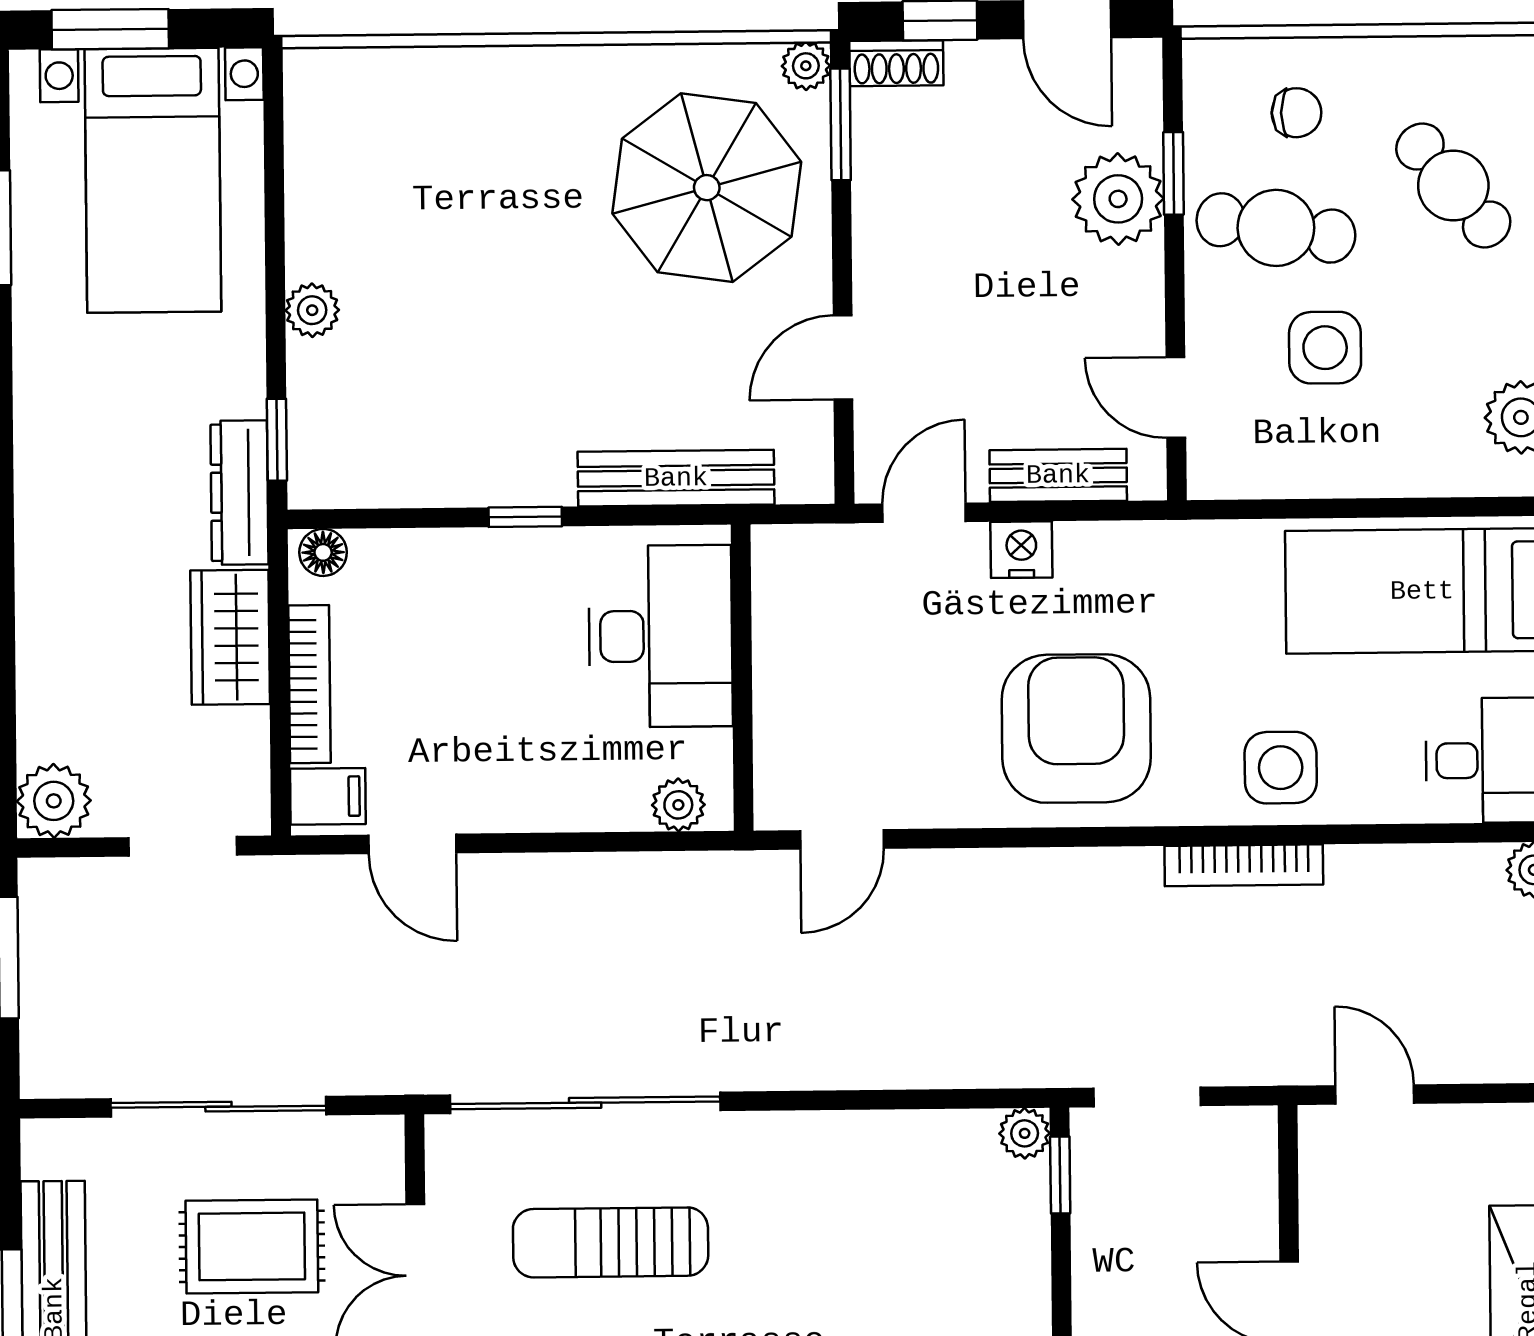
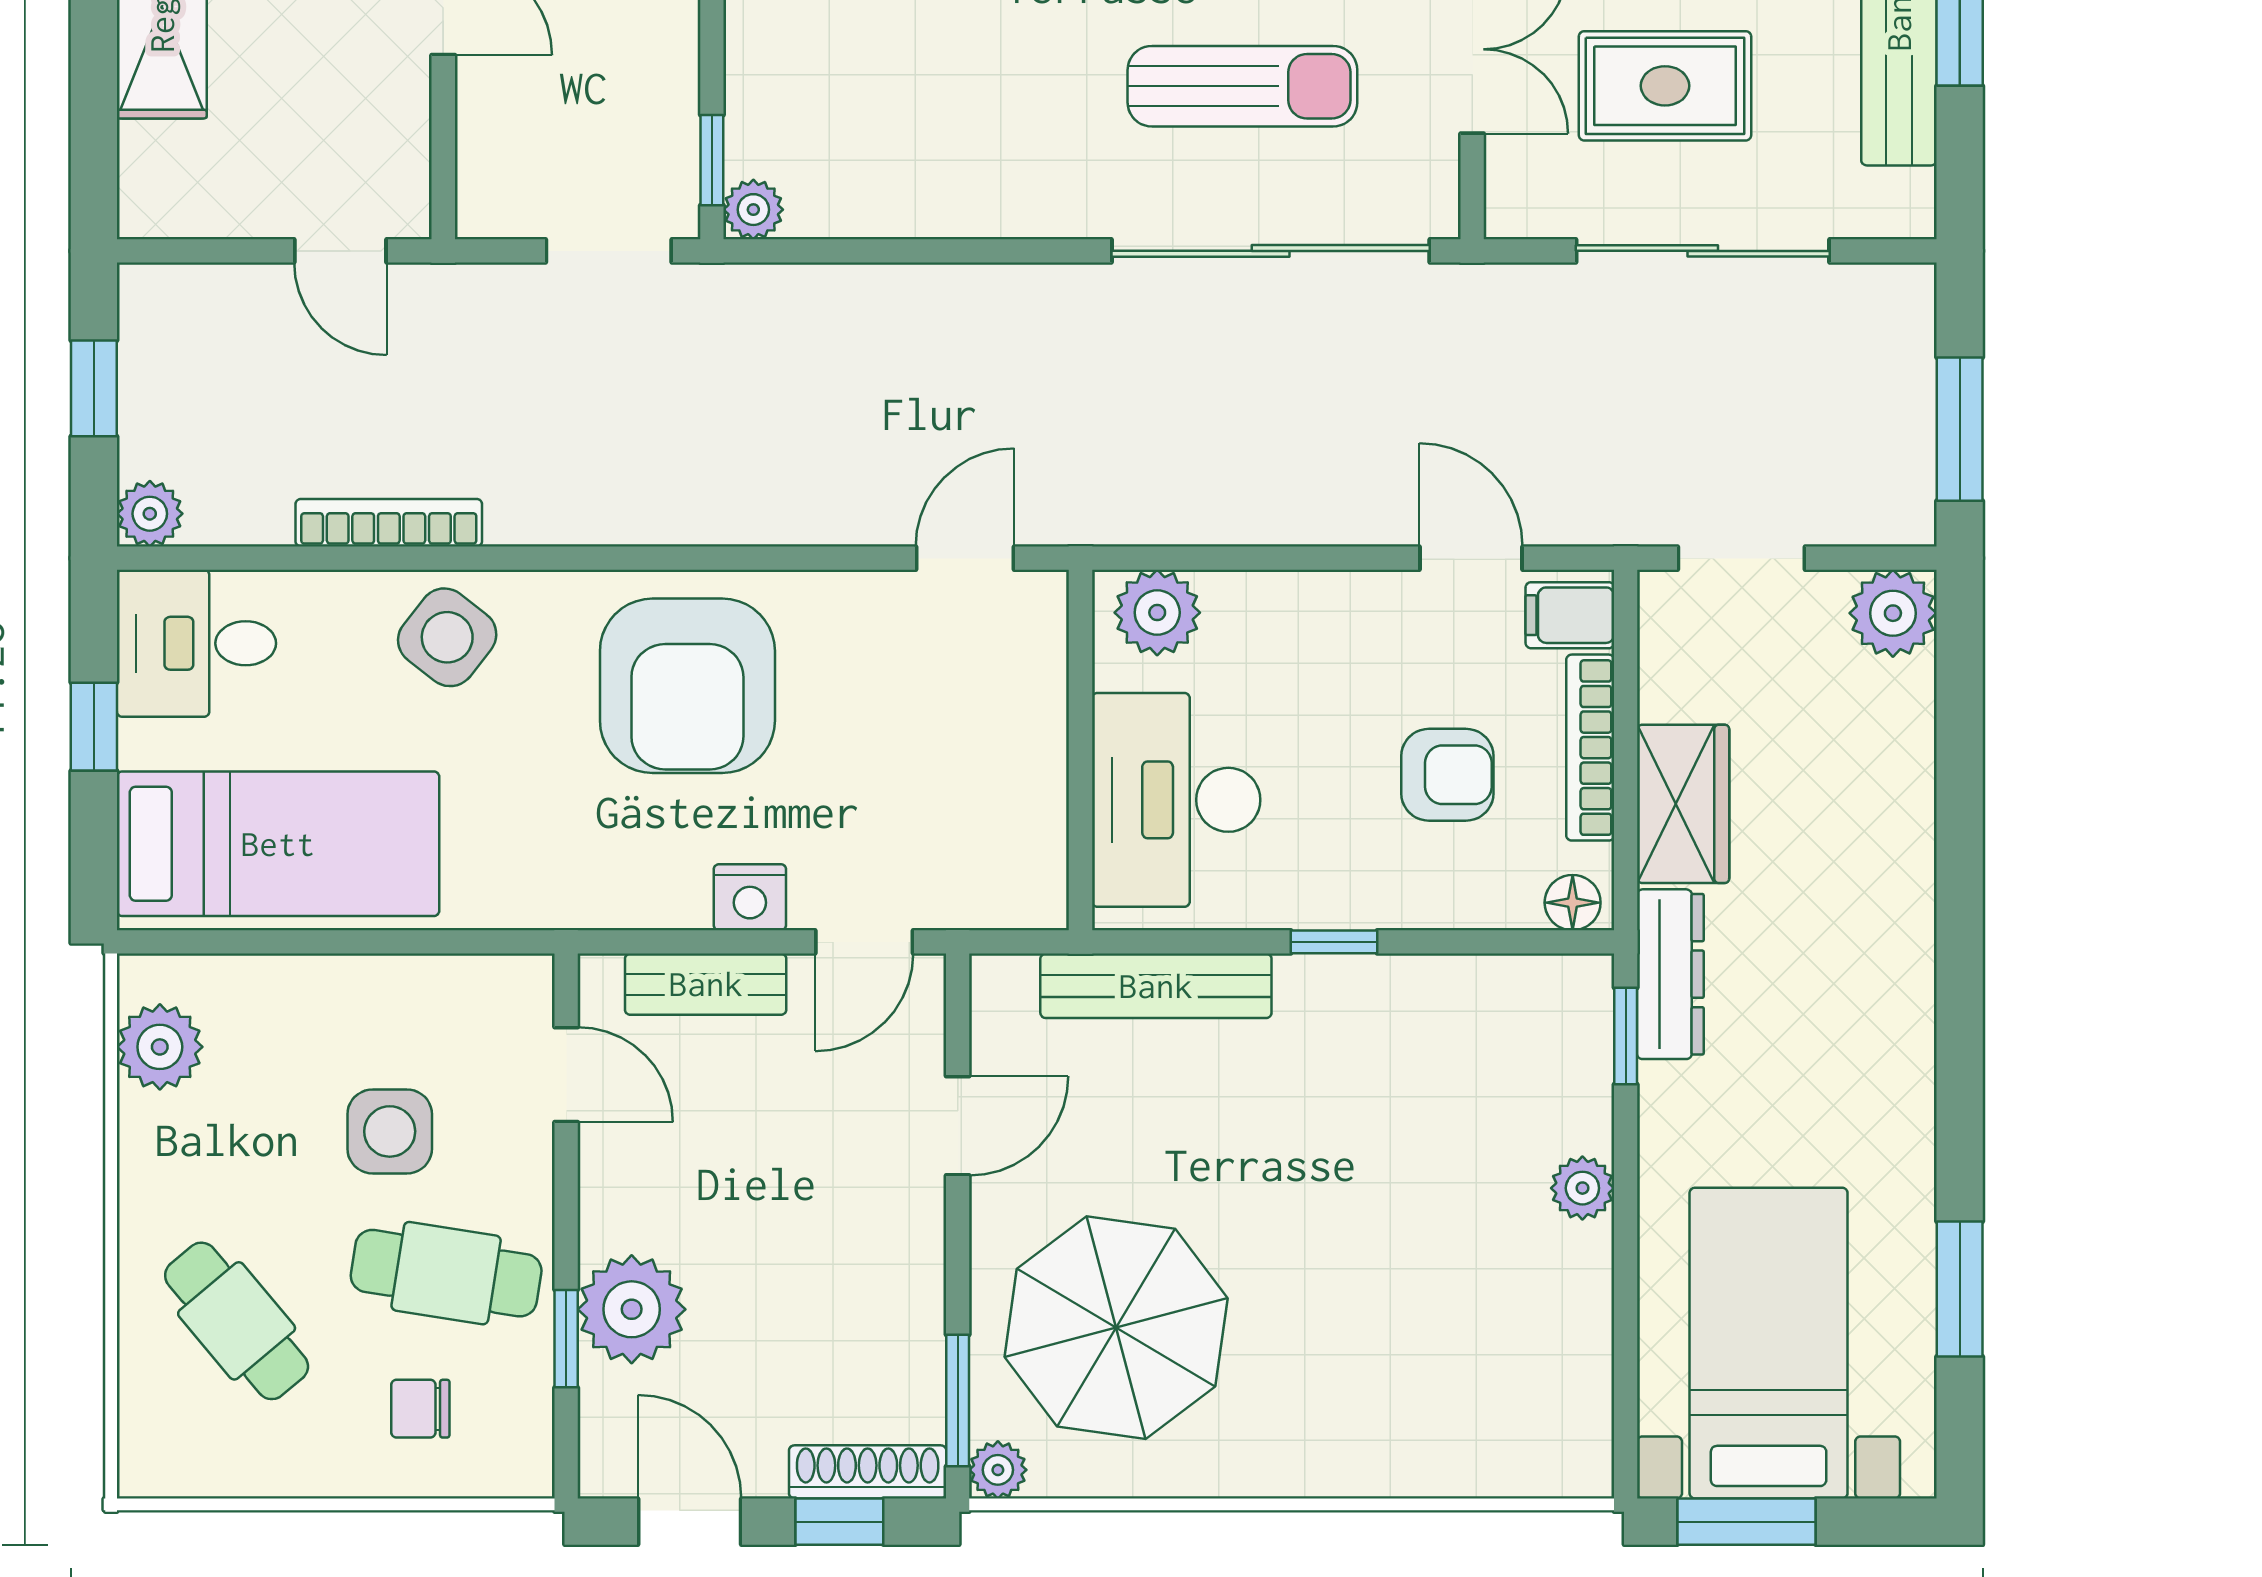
window: (110, 29) -> (1746, 1522), moved
shoe rack: (896, 63) -> (868, 1472), width x1.43
armchair: (431, 660) -> (1447, 775), added
side table: (1281, 768) -> (447, 637), turned 38
plant: (678, 805) -> (1157, 613), width x1.38, depth x1.38
bookcase: (1244, 865) -> (389, 523), moved

